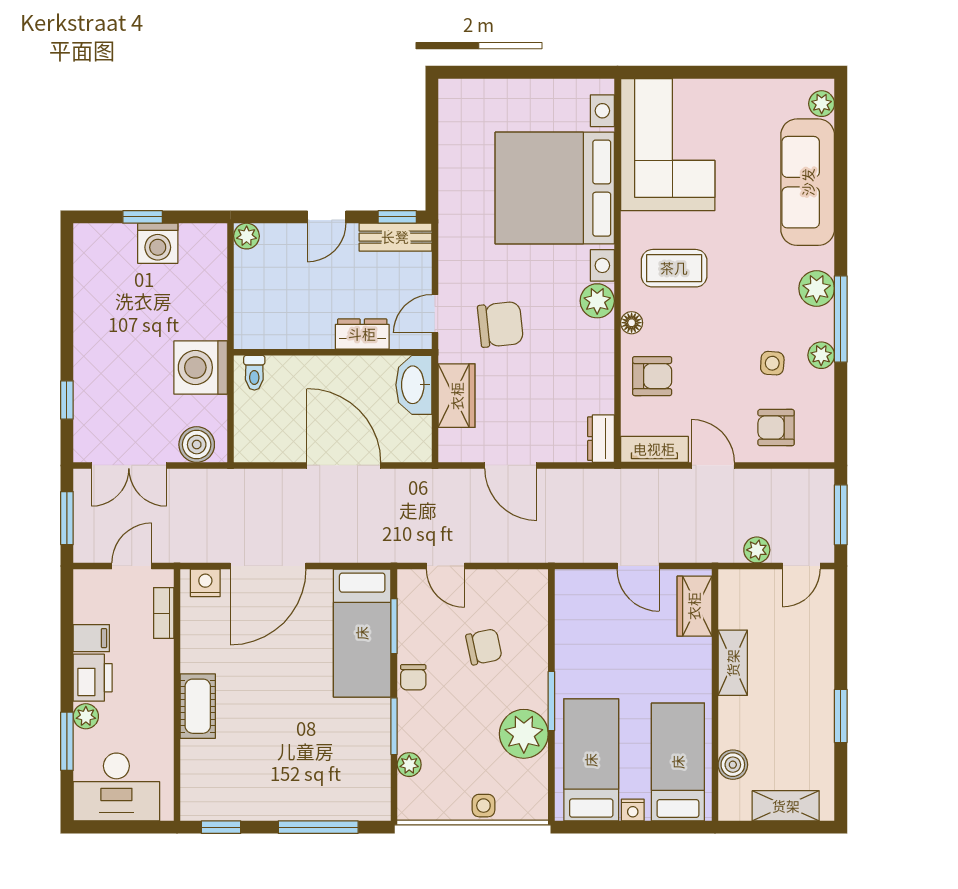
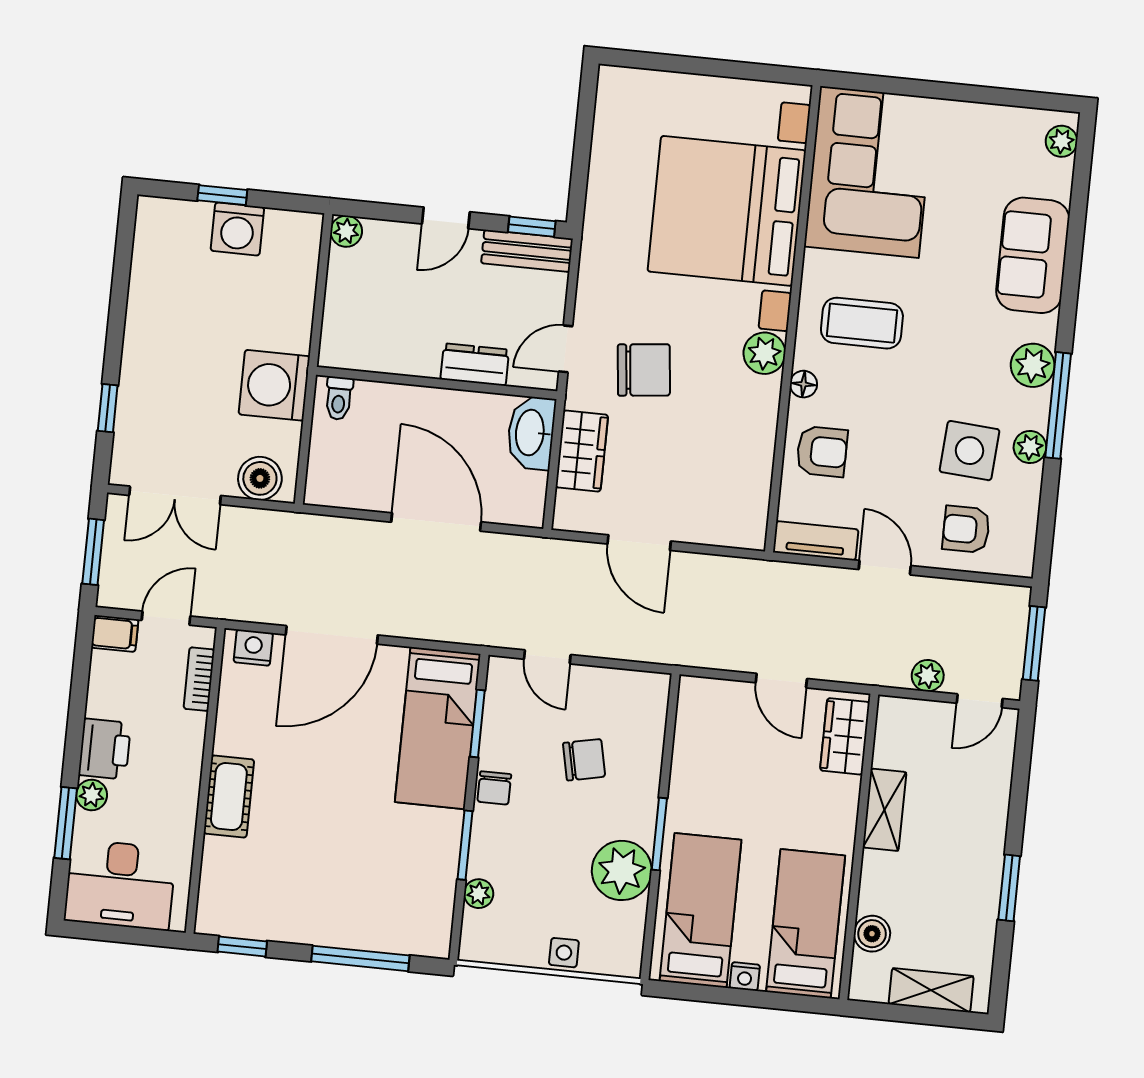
sofa: (808, 182) -> (1033, 255), width x0.73
side table: (772, 363) -> (970, 451), width x1.87, depth x1.87
dresser: (601, 439) -> (752, 521), removed
filing cabinet: (91, 638) -> (115, 633), moved

